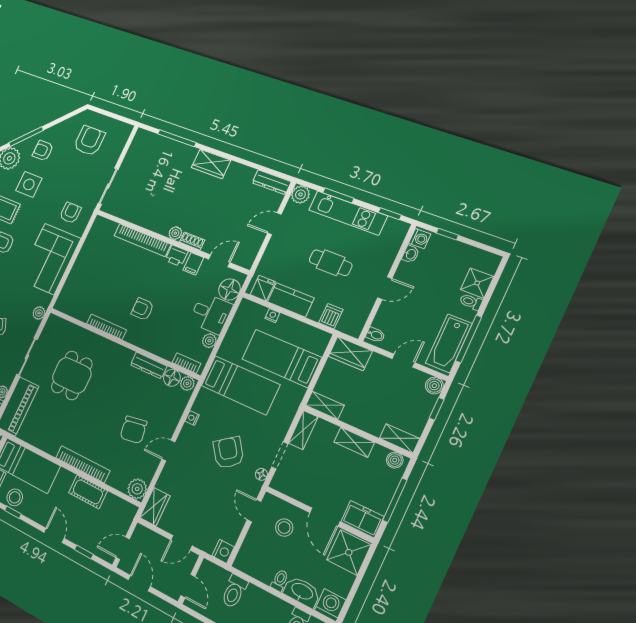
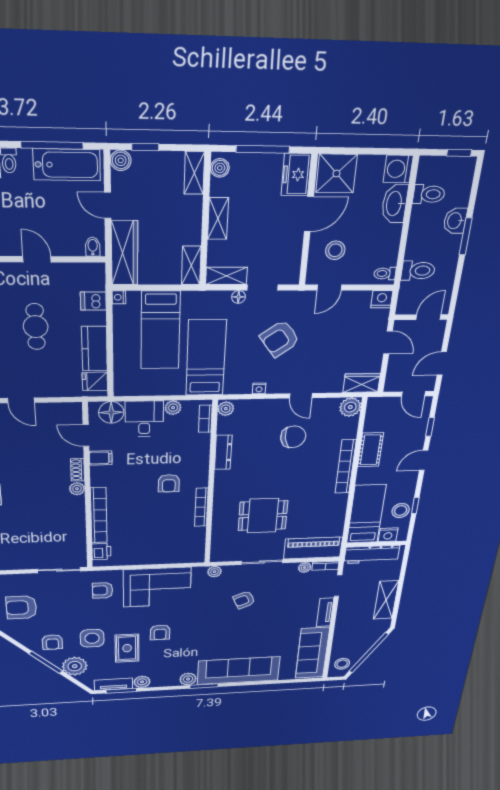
printer: (177, 256) -> (101, 552), moved
nightstand: (272, 316) -> (119, 297), moved
wardrobe: (350, 354) -> (125, 253), width x1.50
floor lamp: (172, 378) -> (226, 425), removed
floor lamp: (261, 474) -> (239, 297), moved
toilet: (280, 580) -> (385, 273), moved

